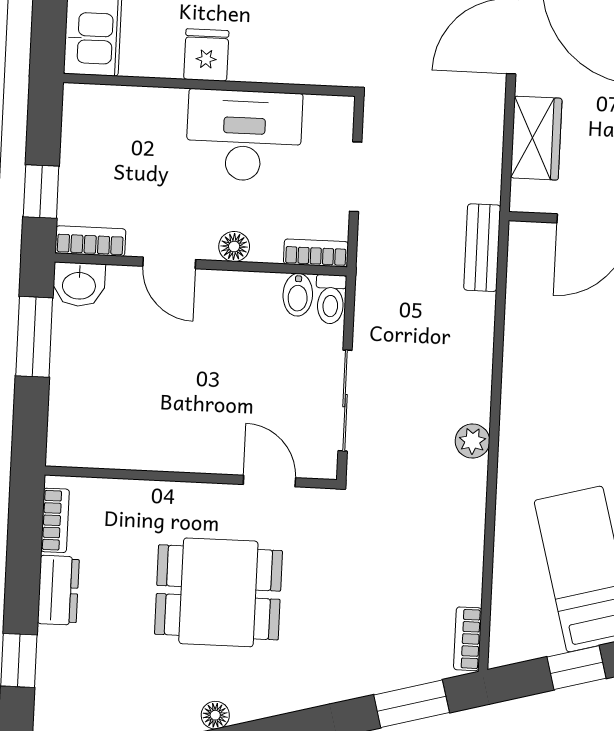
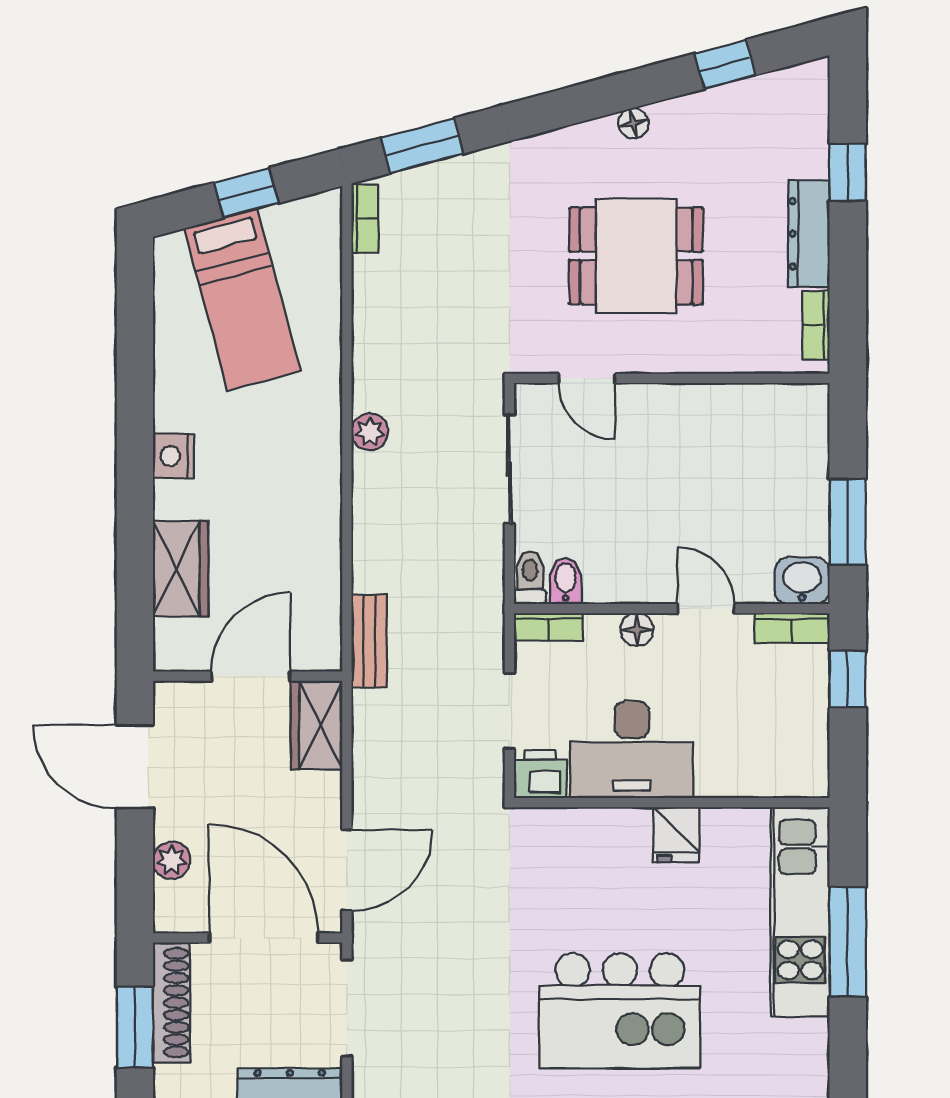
printer: (330, 117) -> (540, 774), added
wardrobe: (536, 138) -> (317, 725), moved
dresser: (58, 590) -> (809, 234), width x1.44

